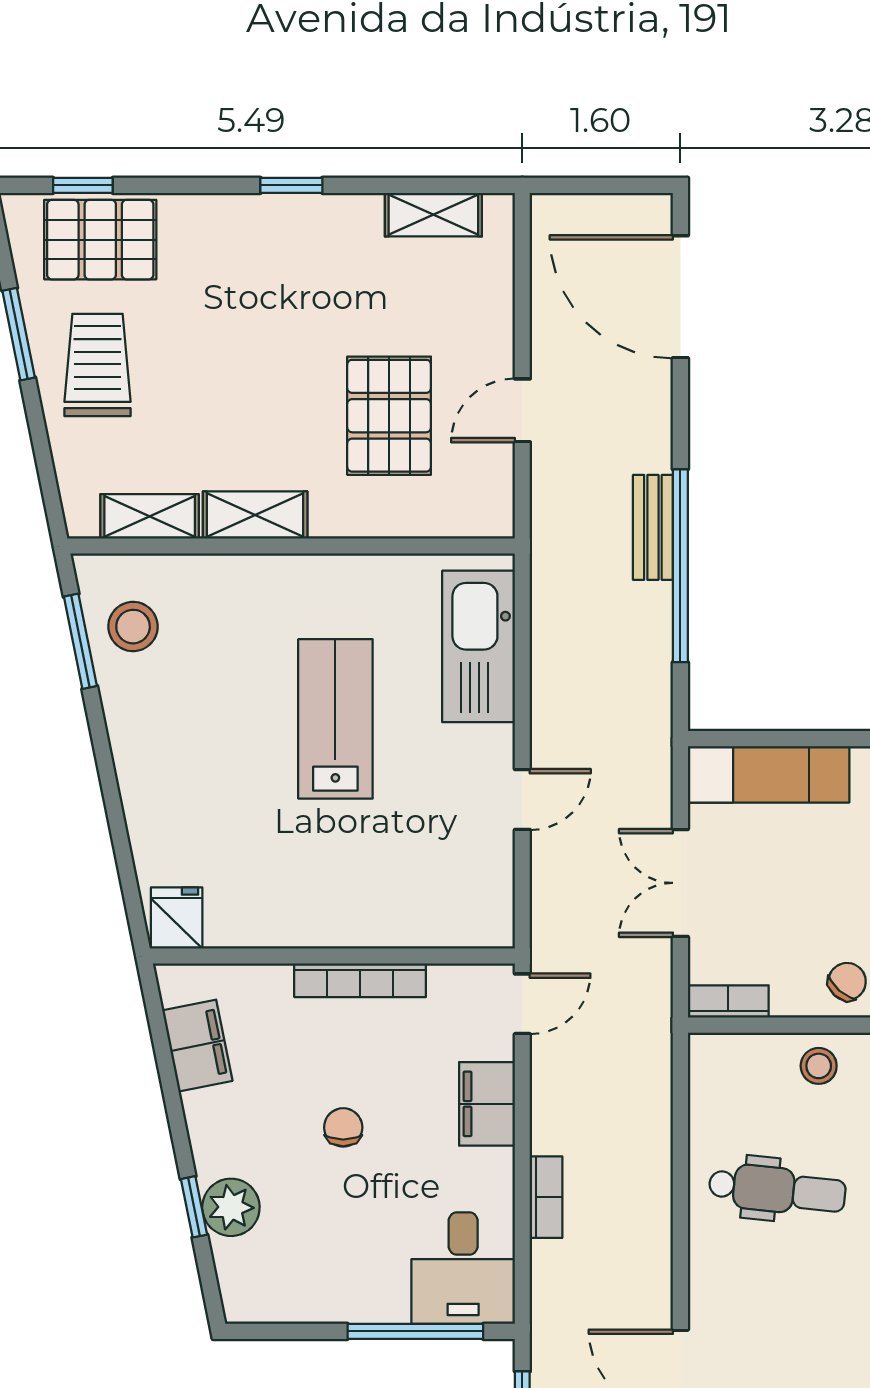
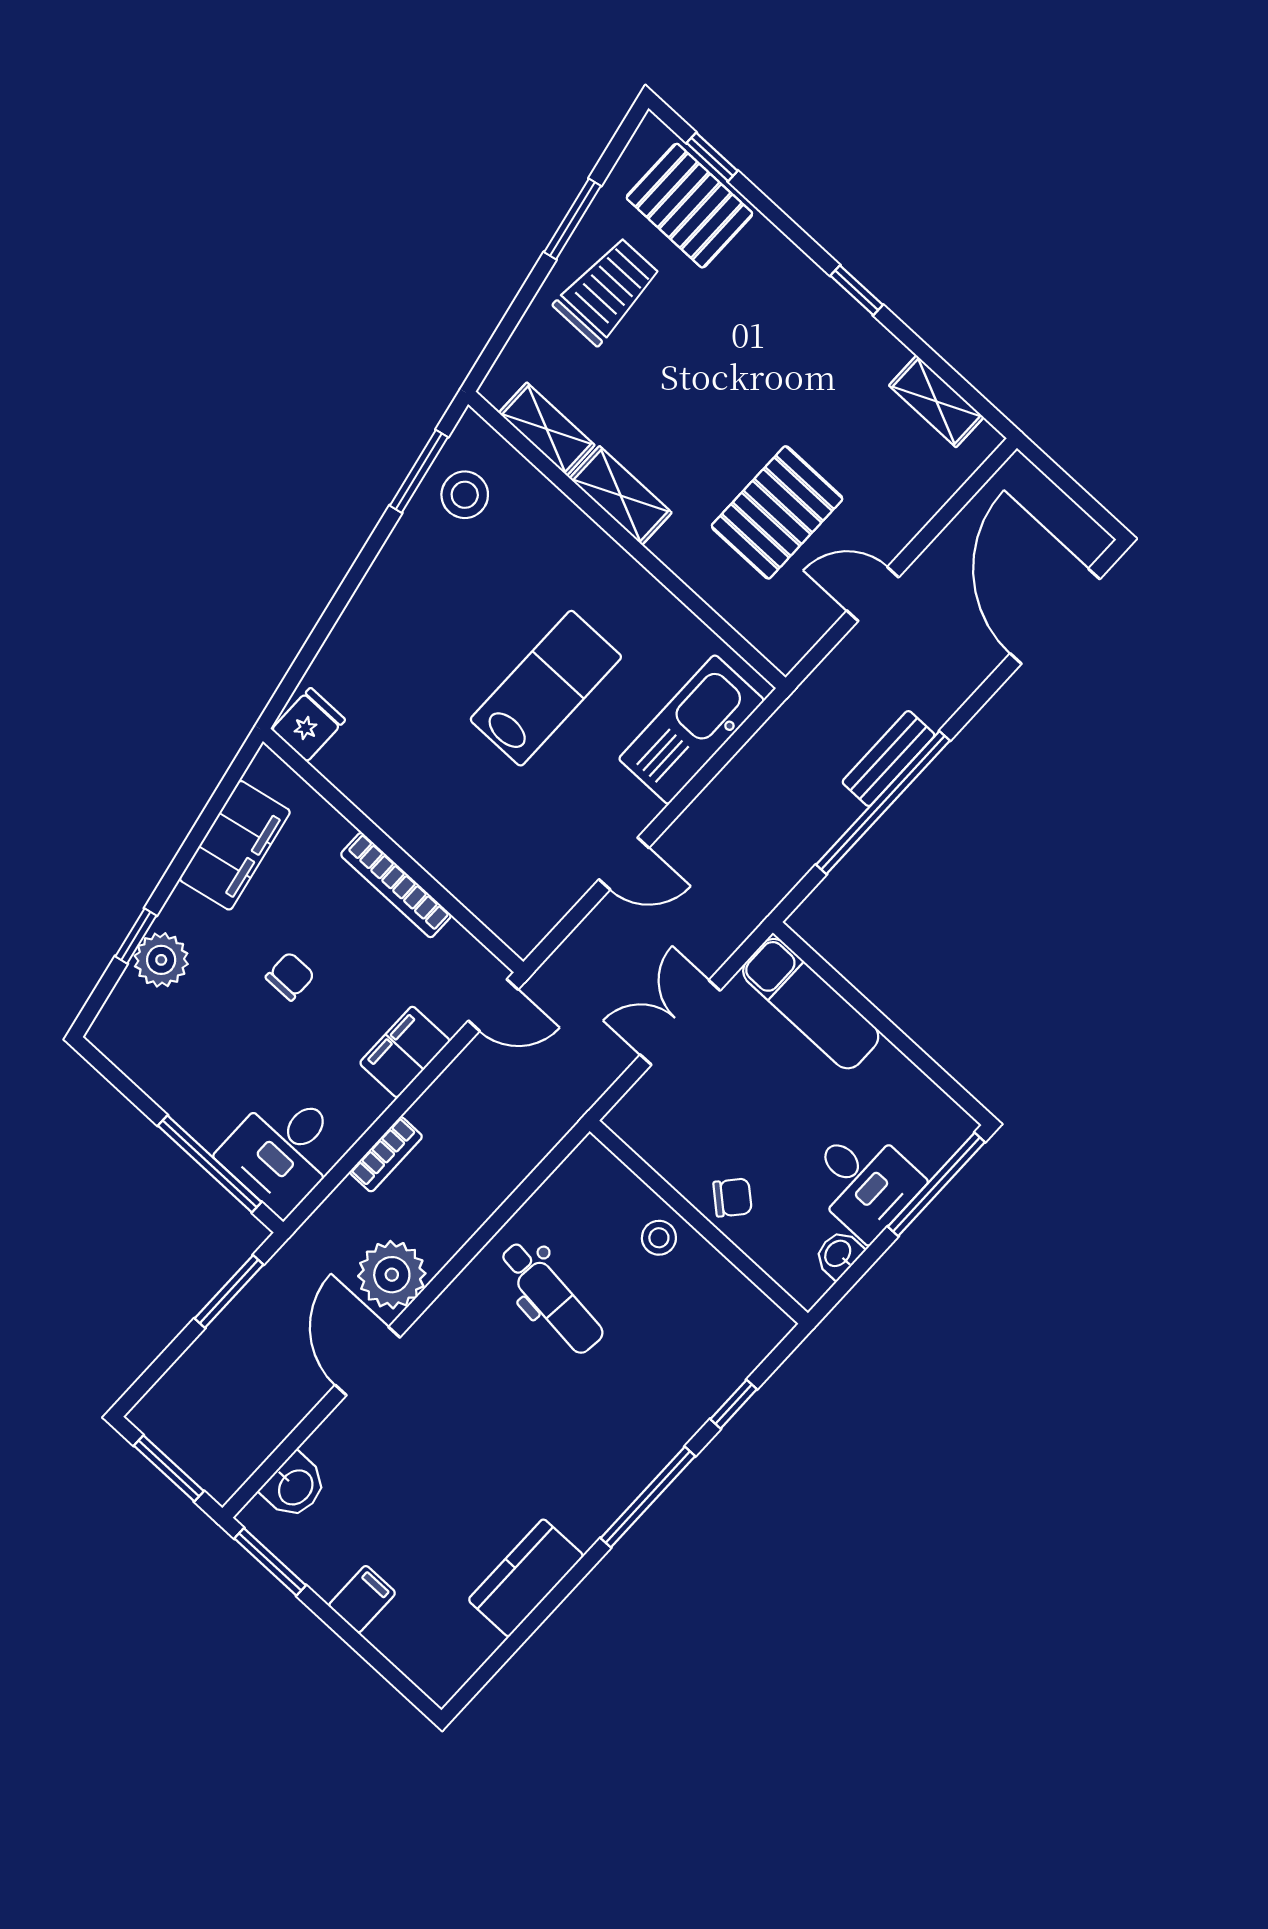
bookcase: (728, 1002) -> (637, 1135), removed
filing cabinet: (197, 1046) -> (235, 845), width x1.50, depth x1.17
plant: (637, 1287) -> (392, 1275), added

